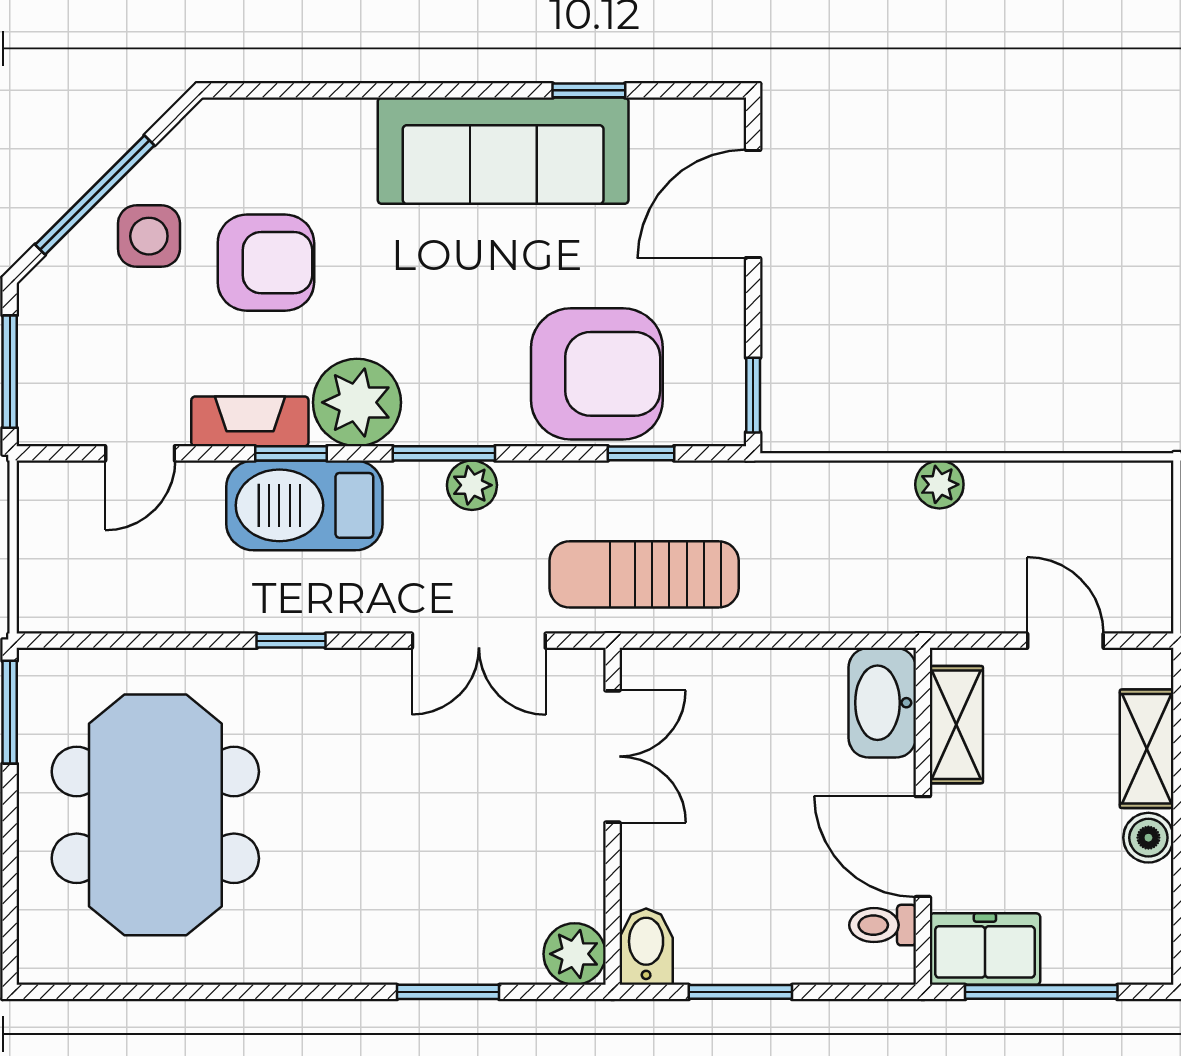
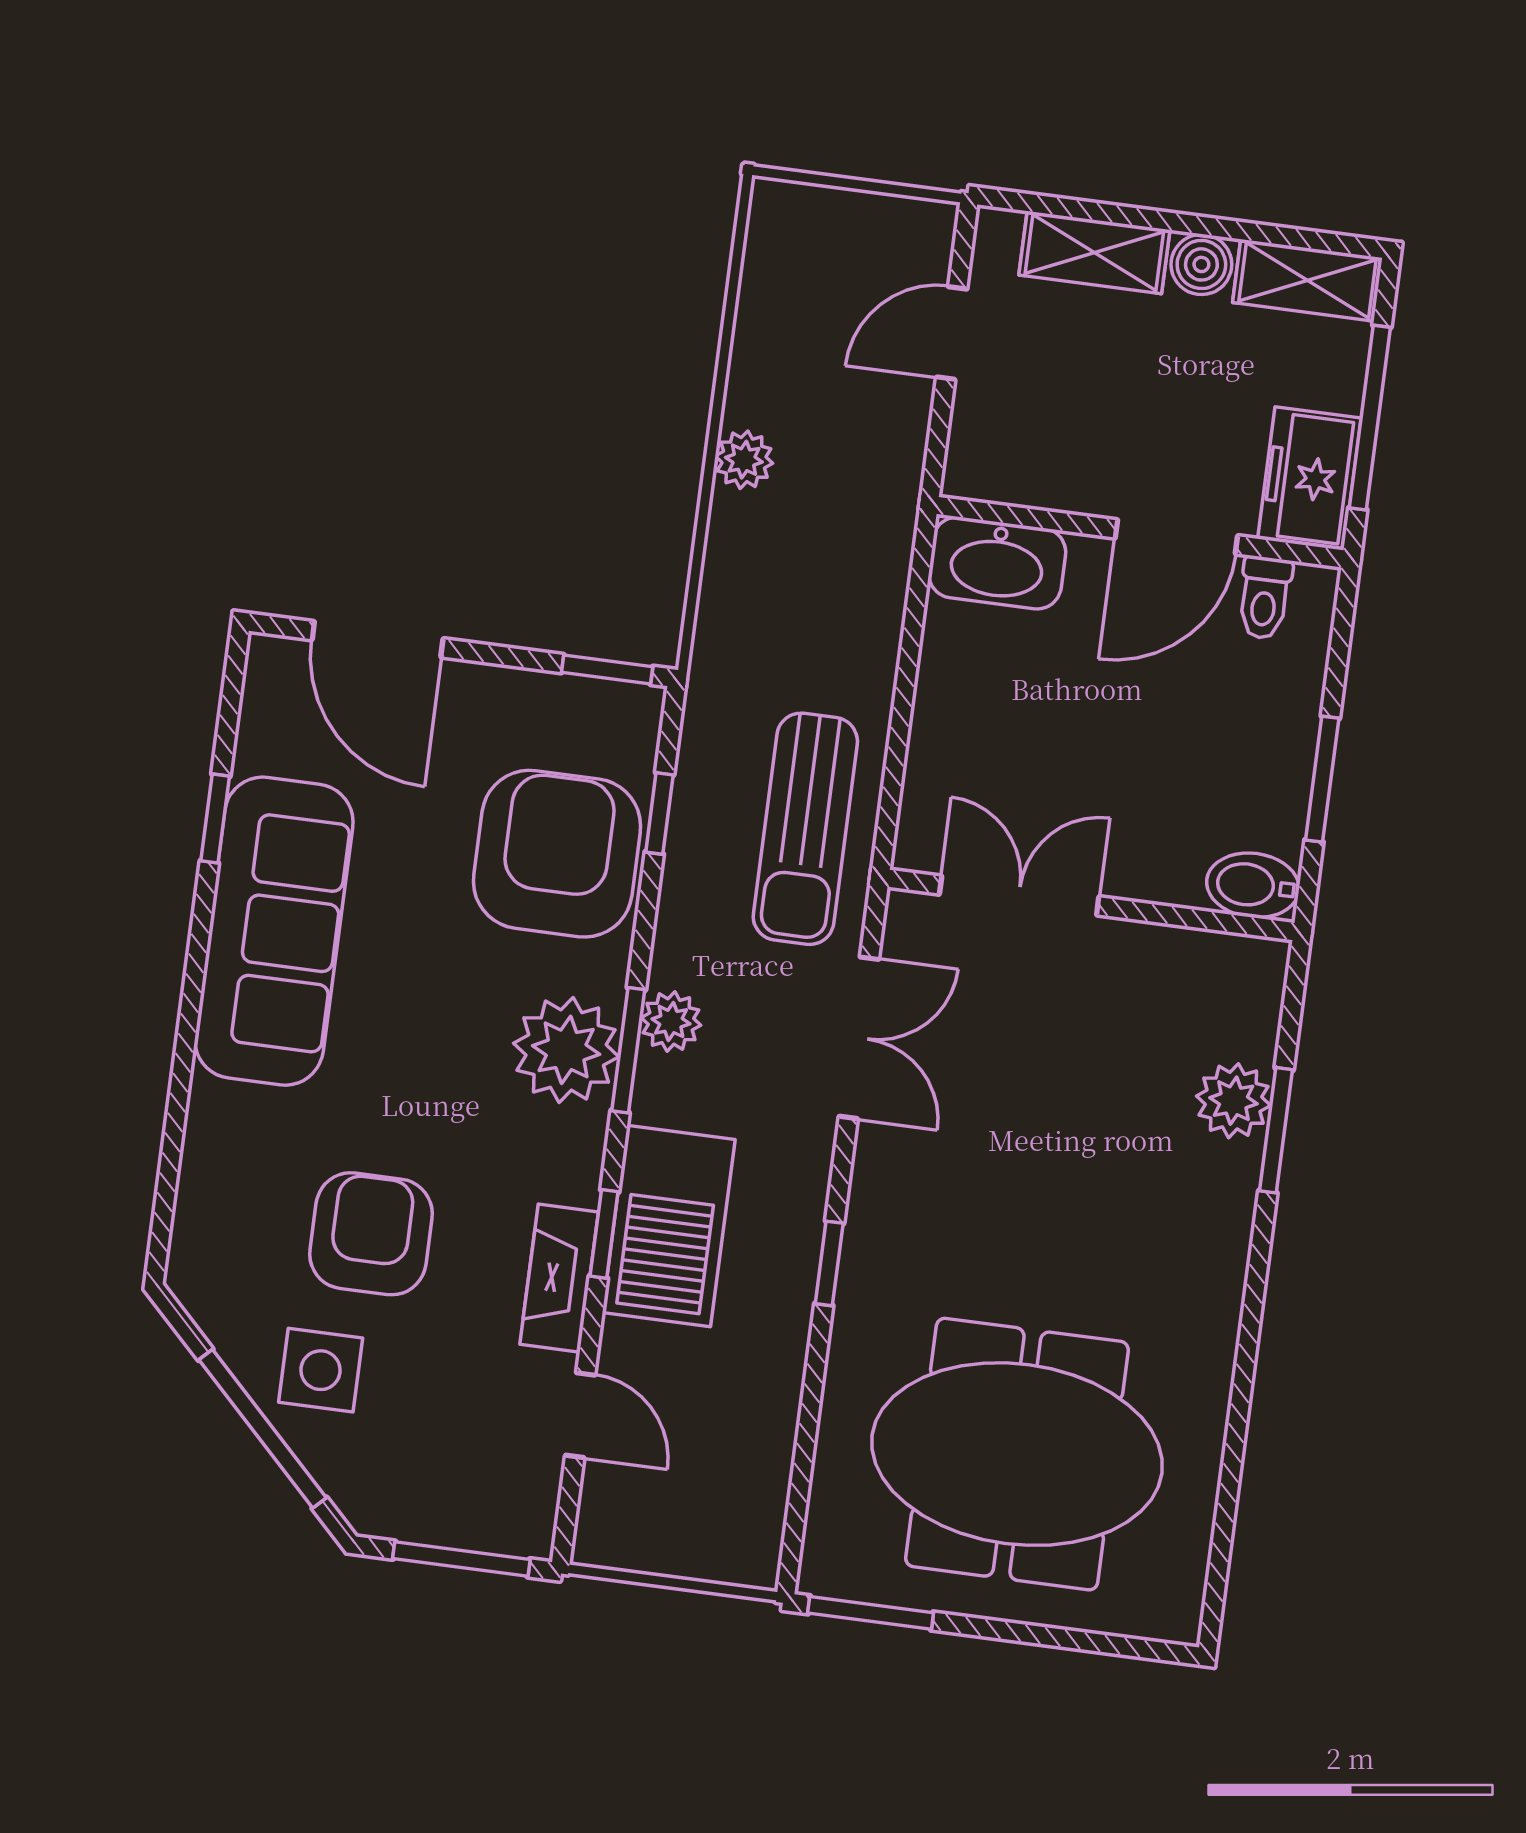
plant: (357, 402) -> (566, 1050), moved
shelving: (956, 725) -> (1307, 280), moved
plant: (575, 954) -> (1233, 1101), moved

